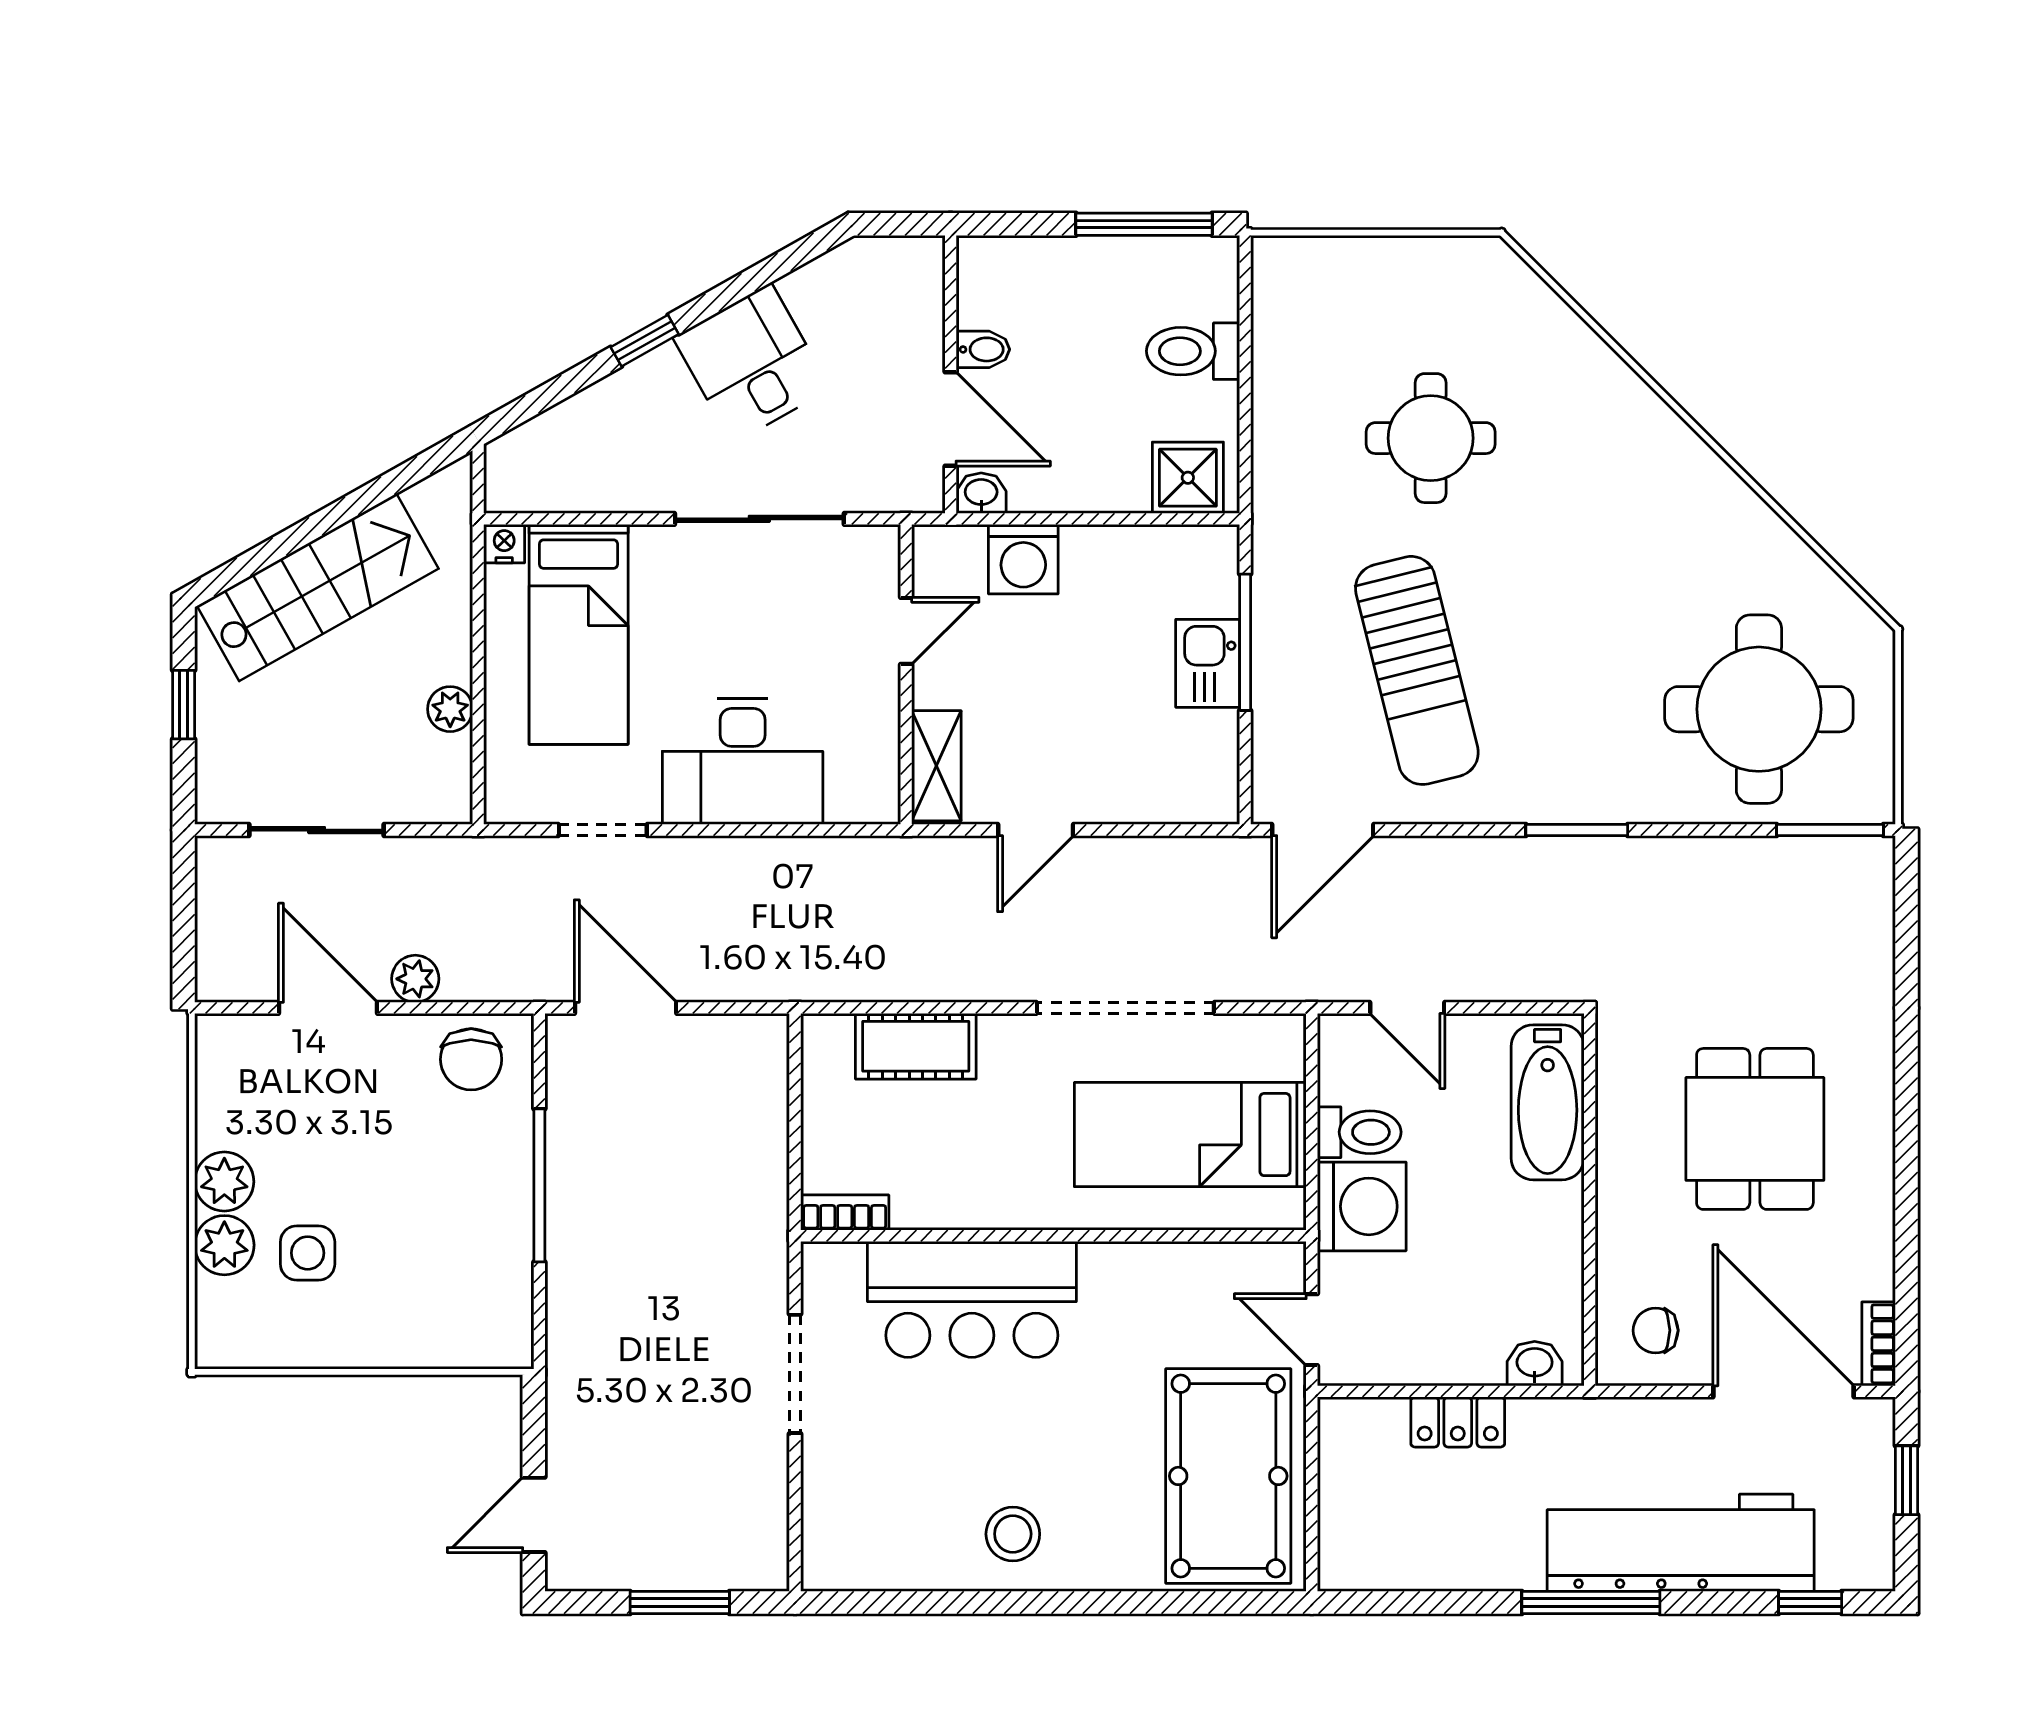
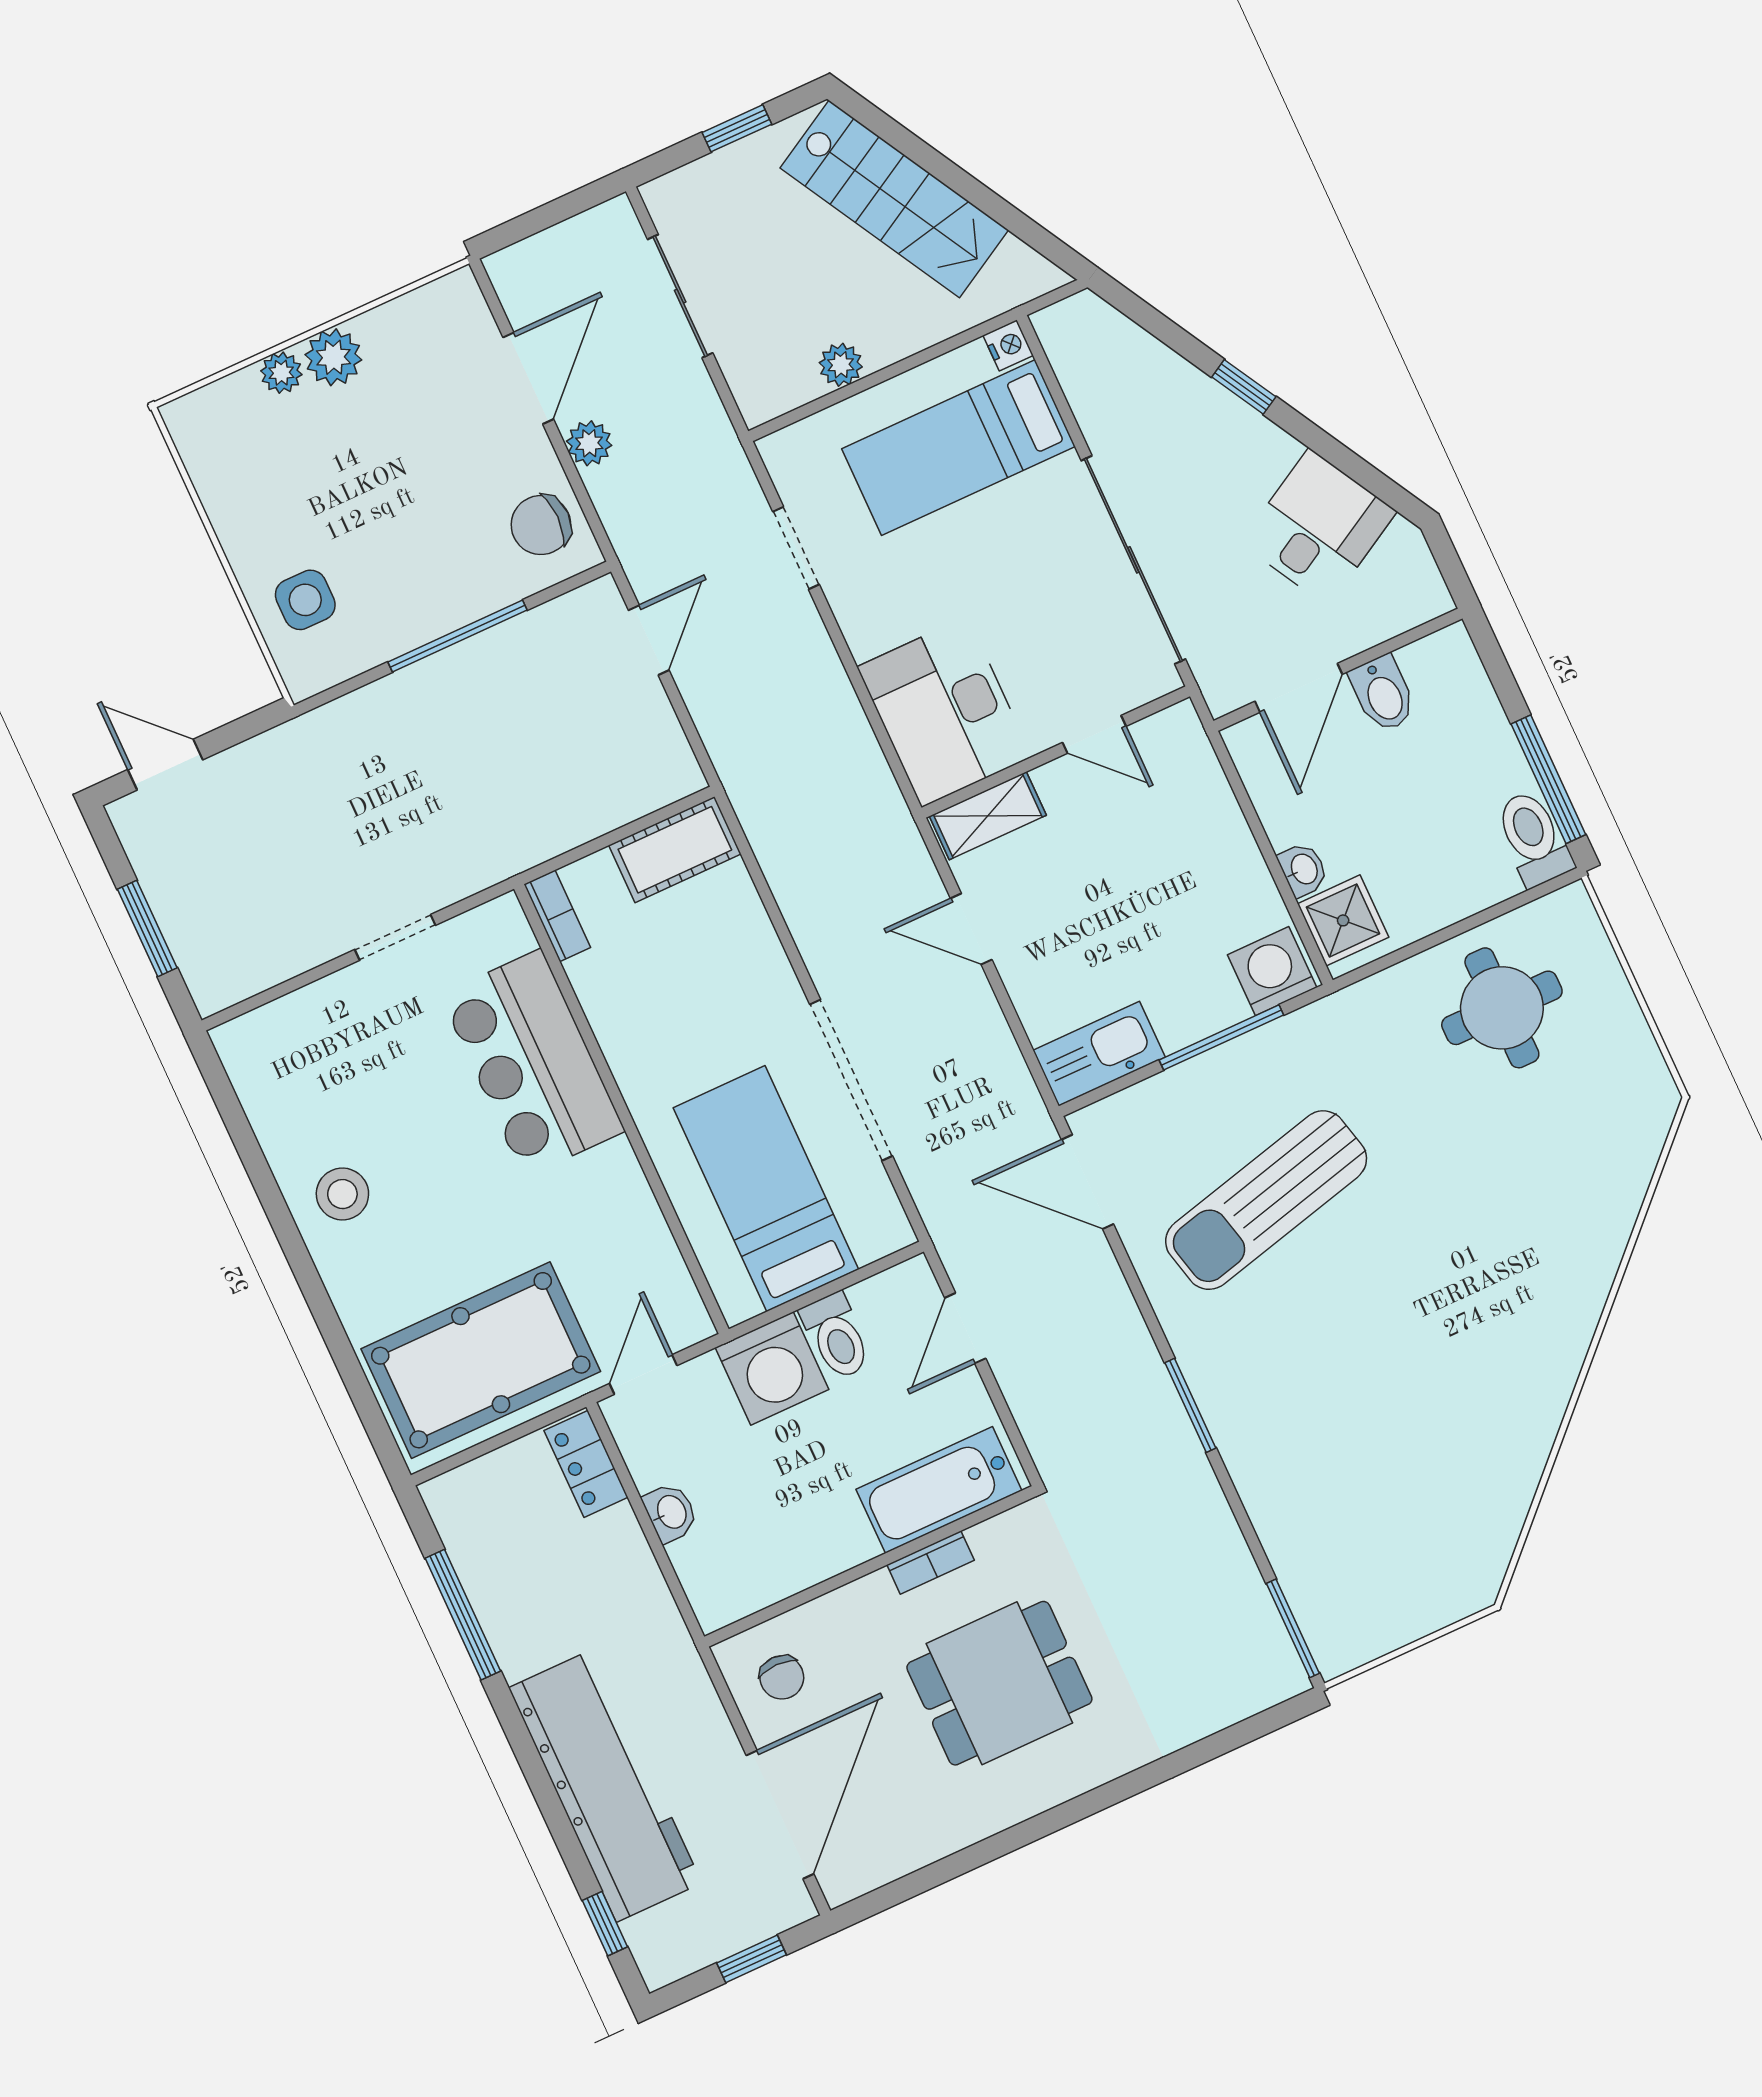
bidet: (983, 349) -> (1383, 694), width x1.38, depth x1.36
toilet: (1193, 351) -> (1534, 838), moved
desk: (752, 363) -> (1318, 527), moved
round table: (1431, 438) -> (1502, 1008), moved
washbasin: (981, 493) -> (1303, 870), moved
sliding door: (759, 519) -> (1133, 560), width x1.36
washing machine: (1023, 559) -> (1272, 971), moved, turned 90
kitchen sink: (1208, 663) -> (1099, 1054), moved, width x1.38
round table: (1759, 709) -> (1371, 1517), removed
desk: (743, 761) -> (945, 712), moved
door: (626, 1008) -> (649, 640), width x0.73
cot: (916, 1046) -> (675, 850), moved, turned 90
plant: (224, 1245) -> (281, 373), width x0.73, depth x0.73
side table: (308, 1253) -> (305, 600), moved
chair: (1656, 1330) -> (782, 1677), turned 180
bookcase: (1879, 1344) -> (931, 1563), moved, turned 180
washbasin: (1535, 1364) -> (671, 1512), moved
doorway: (795, 1374) -> (395, 937), width x0.73
locker: (1458, 1422) -> (586, 1464), moved
window: (1591, 1603) -> (463, 1615), moved

